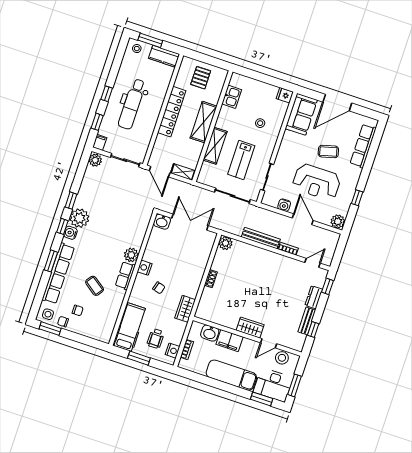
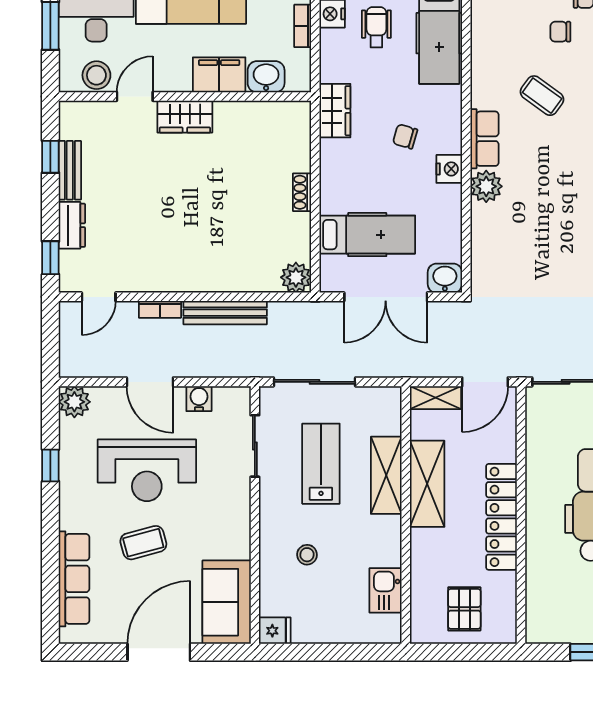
kitchen counter: (164, 56) -> (556, 628), removed
shelving: (203, 122) -> (427, 484), moved
door: (160, 172) -> (485, 382), swing flipped
reception desk: (317, 182) -> (147, 470), turned 180
hospital bed: (189, 251) -> (367, 235), added

